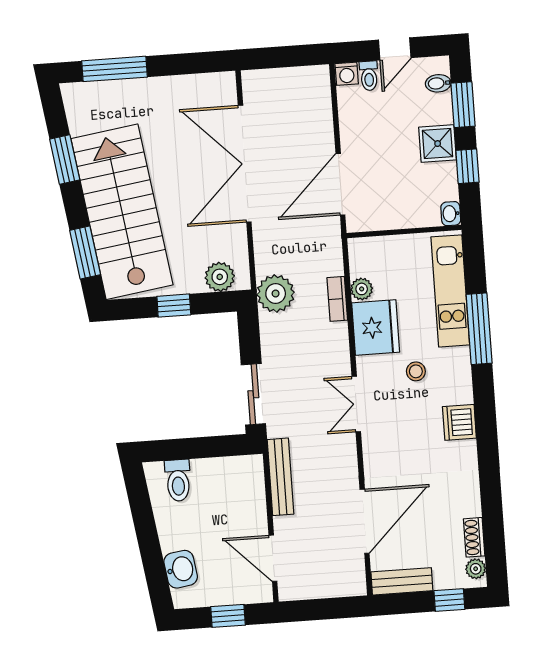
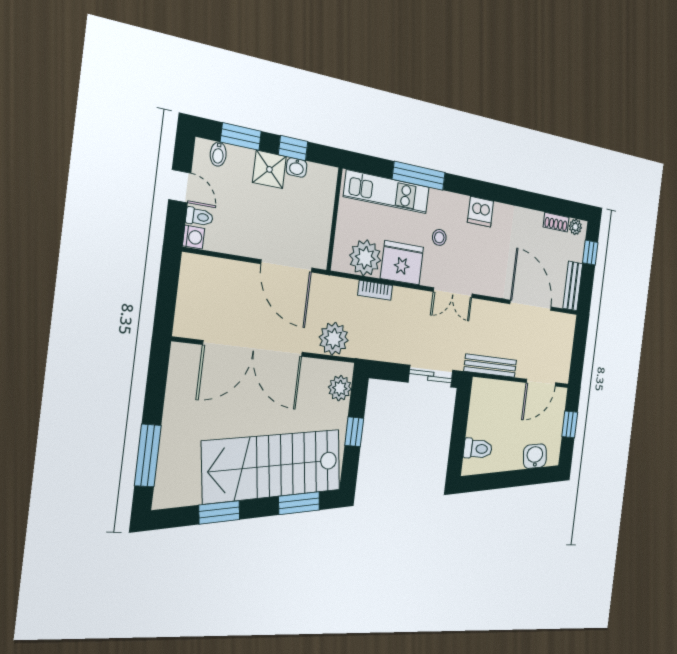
washbasin: (451, 214) -> (297, 167), moved
plant: (362, 289) -> (365, 258), width x1.87, depth x1.87
plant: (276, 293) -> (334, 339), moved

